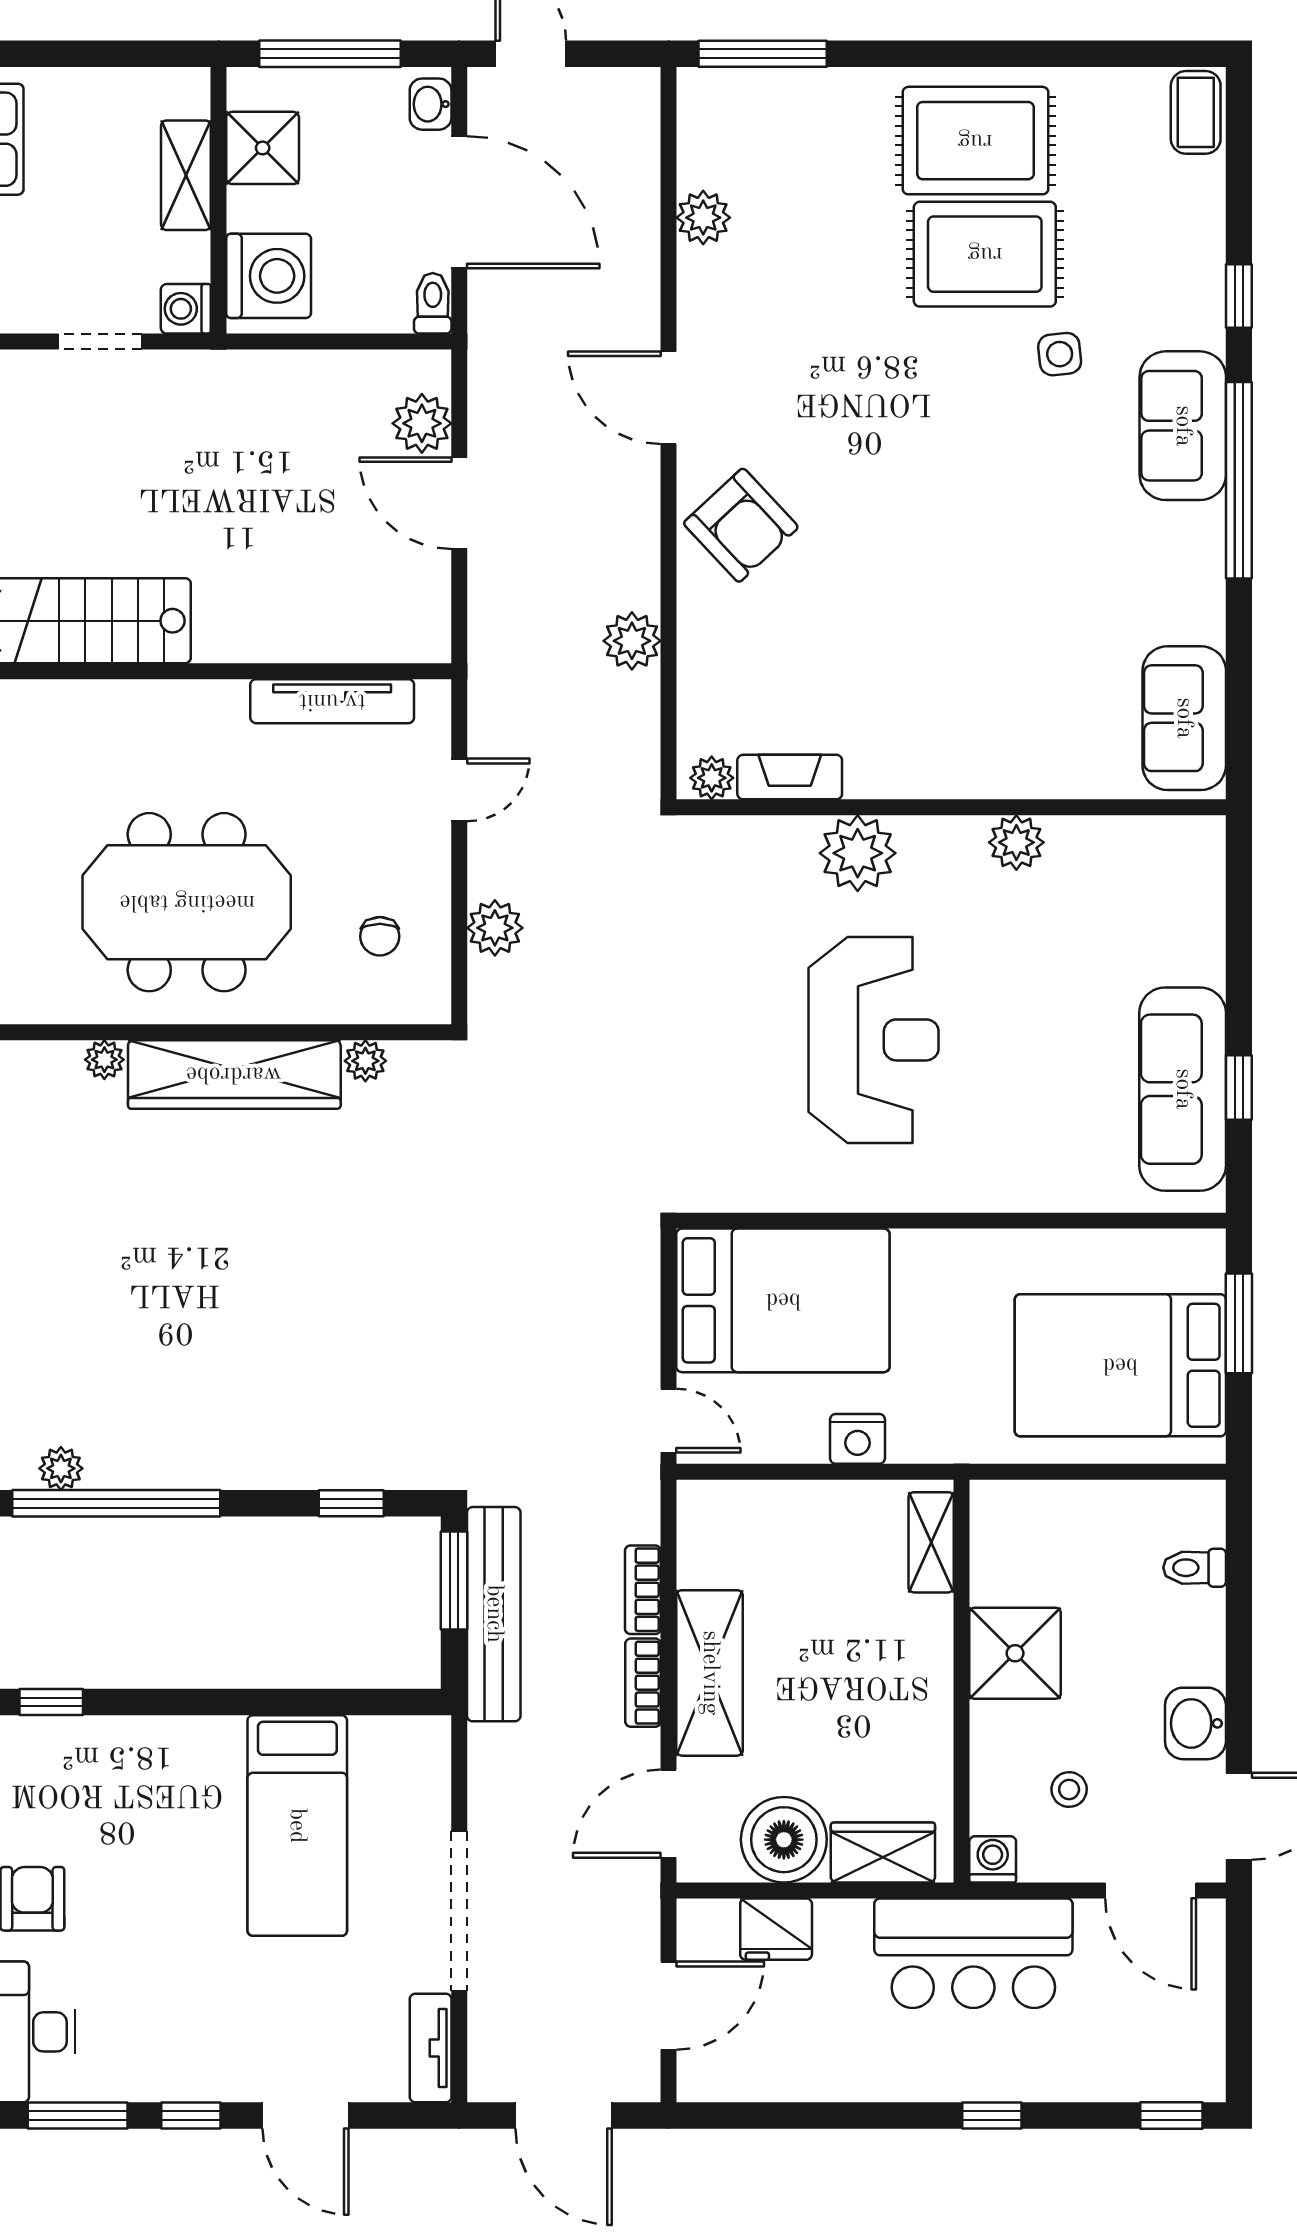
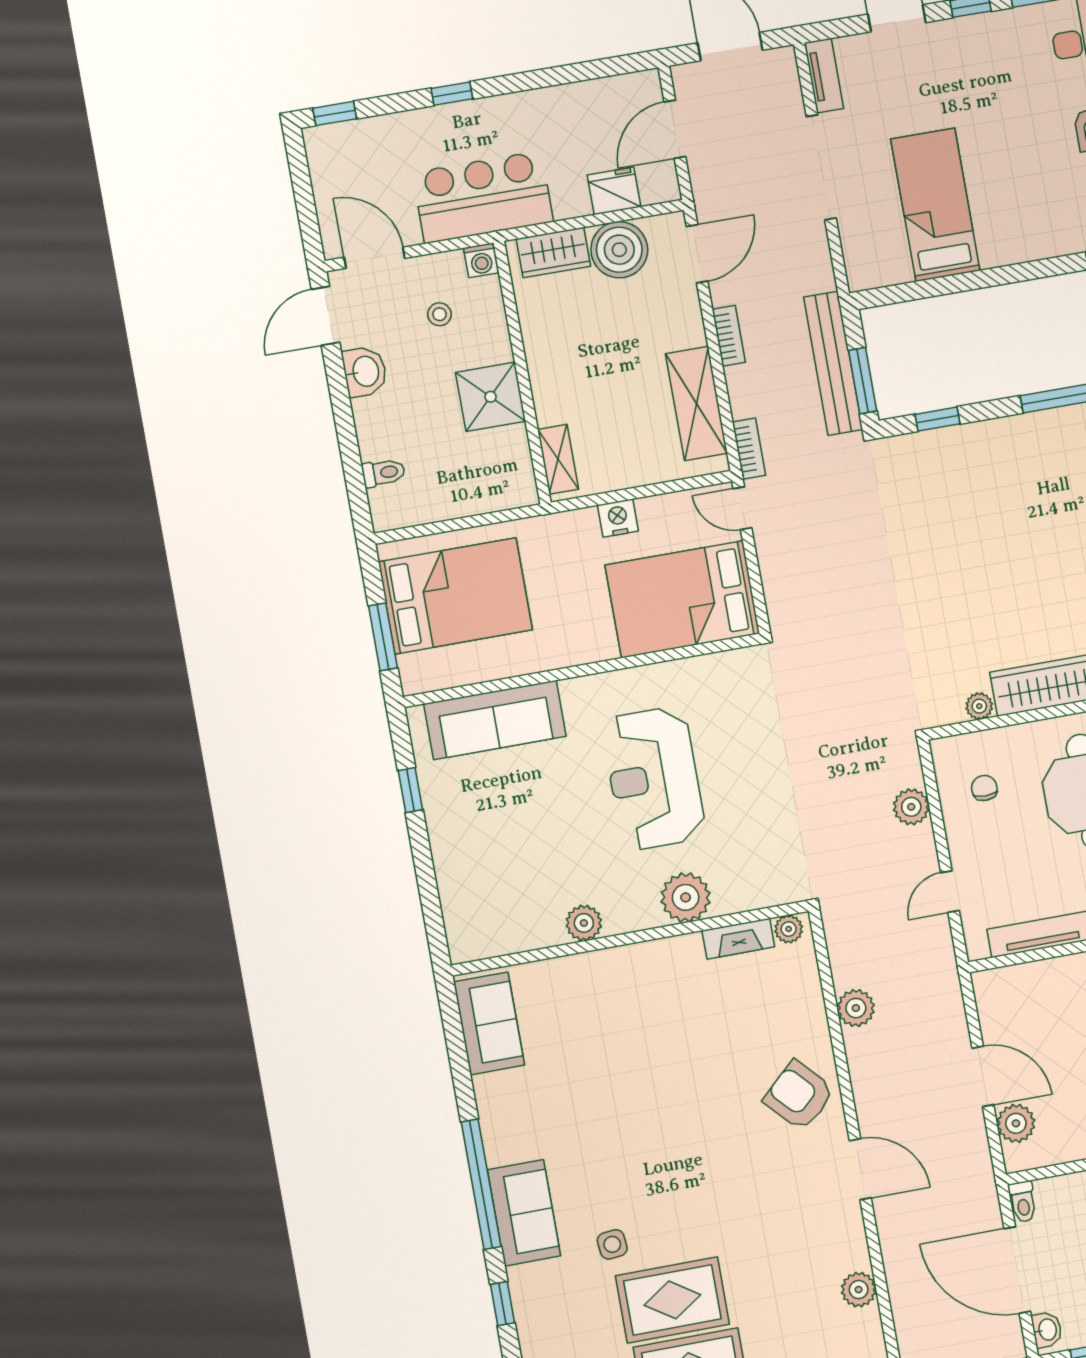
sofa: (1183, 1089) -> (495, 720), moved, turned 90
bookcase: (643, 1590) -> (749, 449), moved
shelving: (710, 1673) -> (696, 404), moved

